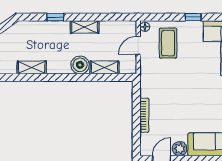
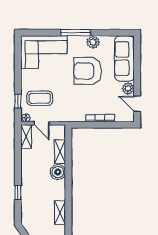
window: (193, 17) -> (18, 101), moved
shelving: (85, 27) -> (26, 137), moved
armchair: (201, 100) -> (88, 71), added

